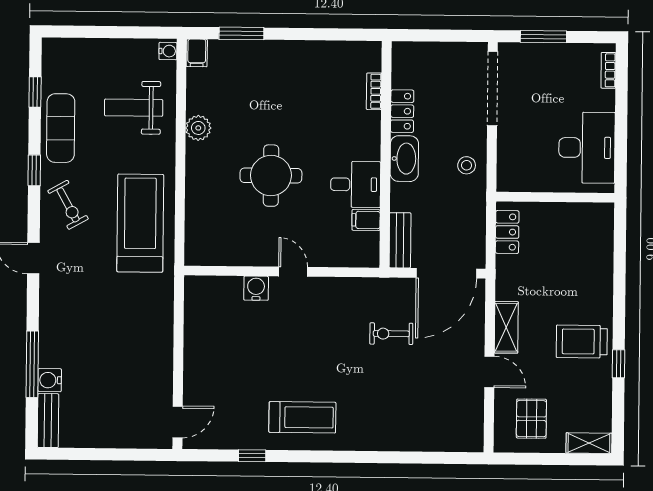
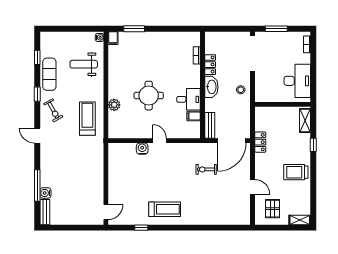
plant: (198, 128) -> (114, 105), moved
treadmill: (140, 223) -> (87, 119), width x0.73, depth x0.73
locker: (507, 232) -> (260, 142), moved
shelving: (506, 327) -> (305, 120), moved
window: (619, 364) -> (313, 145), moved

